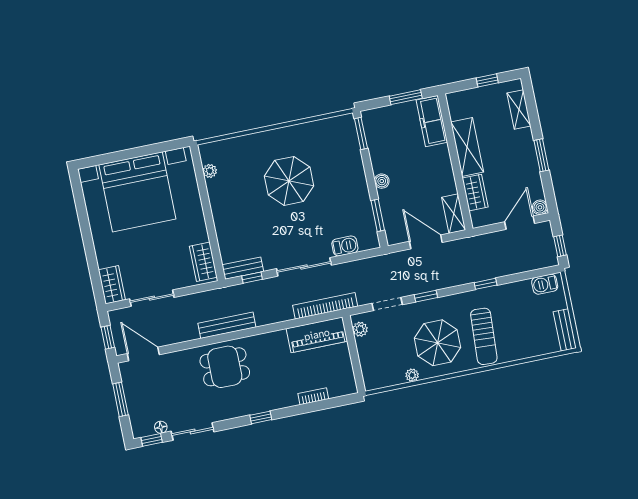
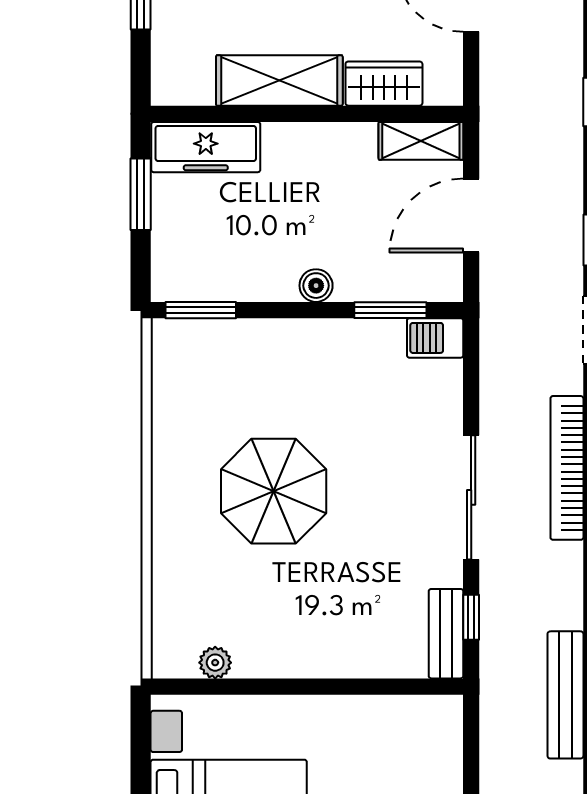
barbecue: (345, 246) -> (435, 338), moved, turned -90
wardrobe: (203, 262) -> (414, 718), removed

